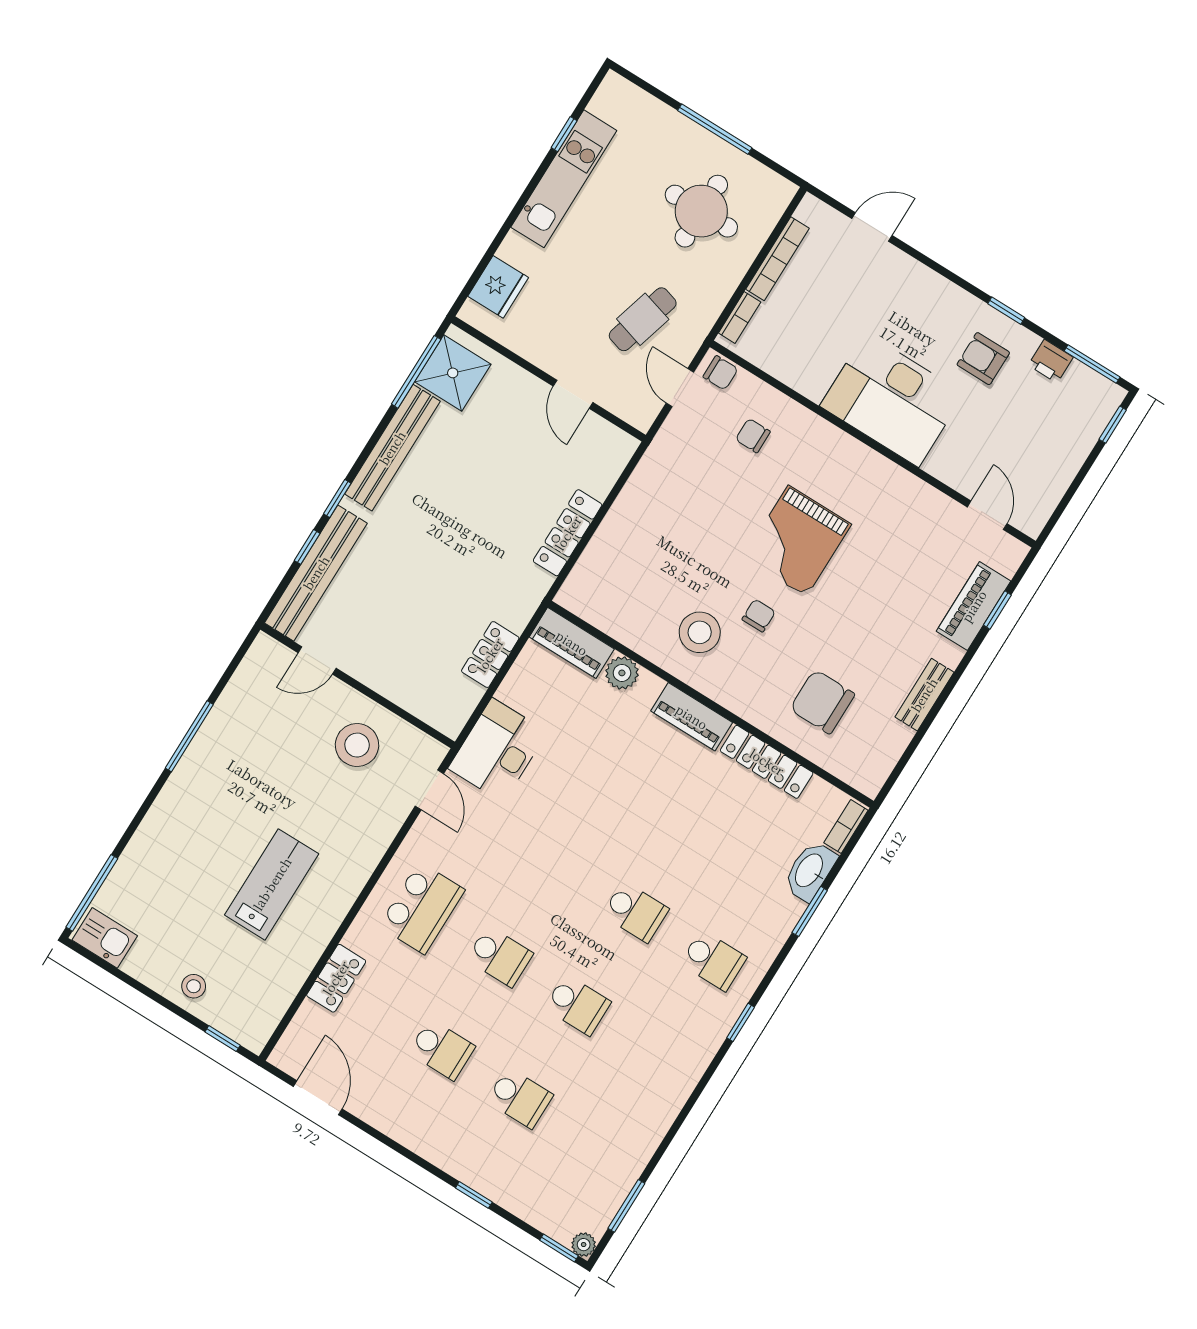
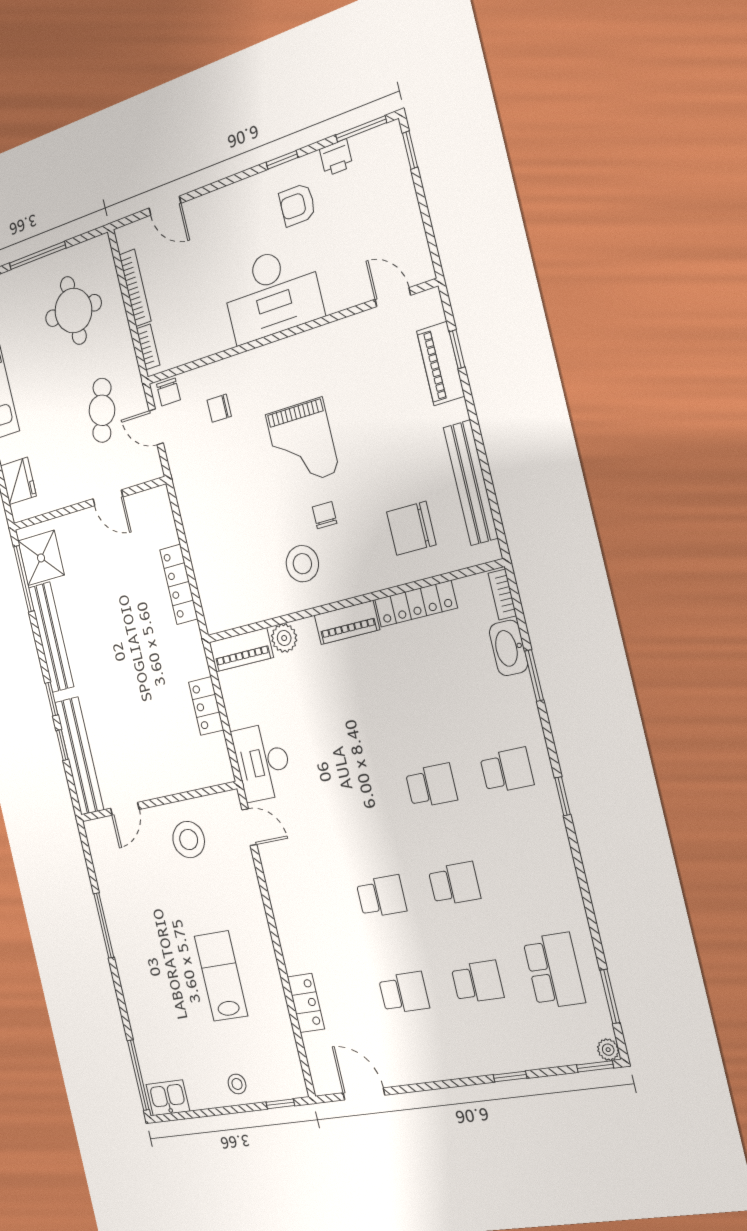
door: (872, 227) -> (165, 206), swing flipped
chair: (720, 373) -> (168, 392), turned 90
bench: (924, 695) -> (471, 483), width x1.86, depth x1.21
school desk: (422, 908) -> (554, 971), moved

